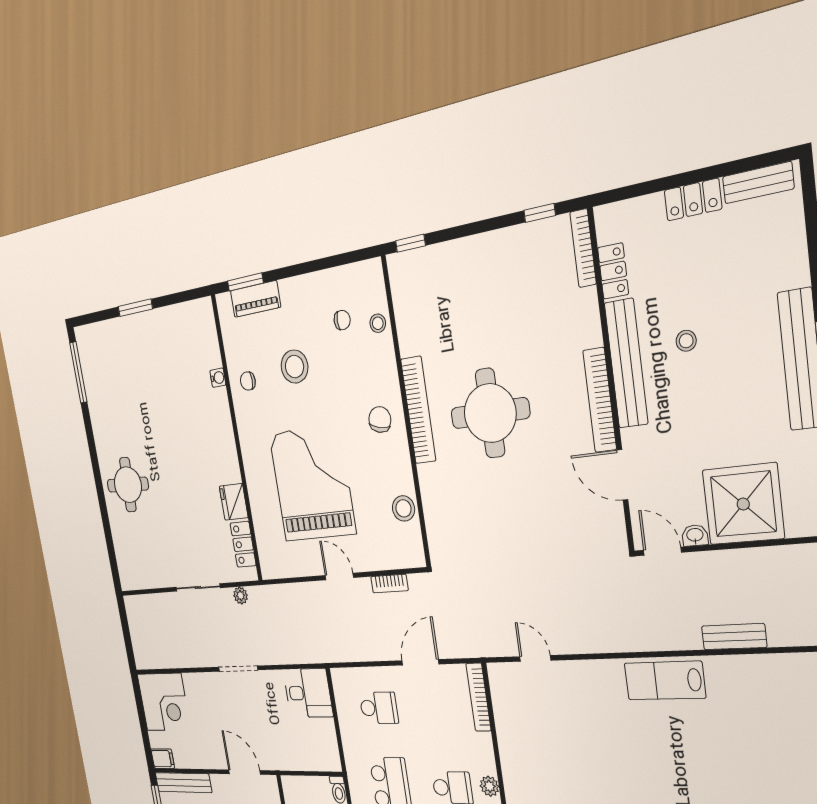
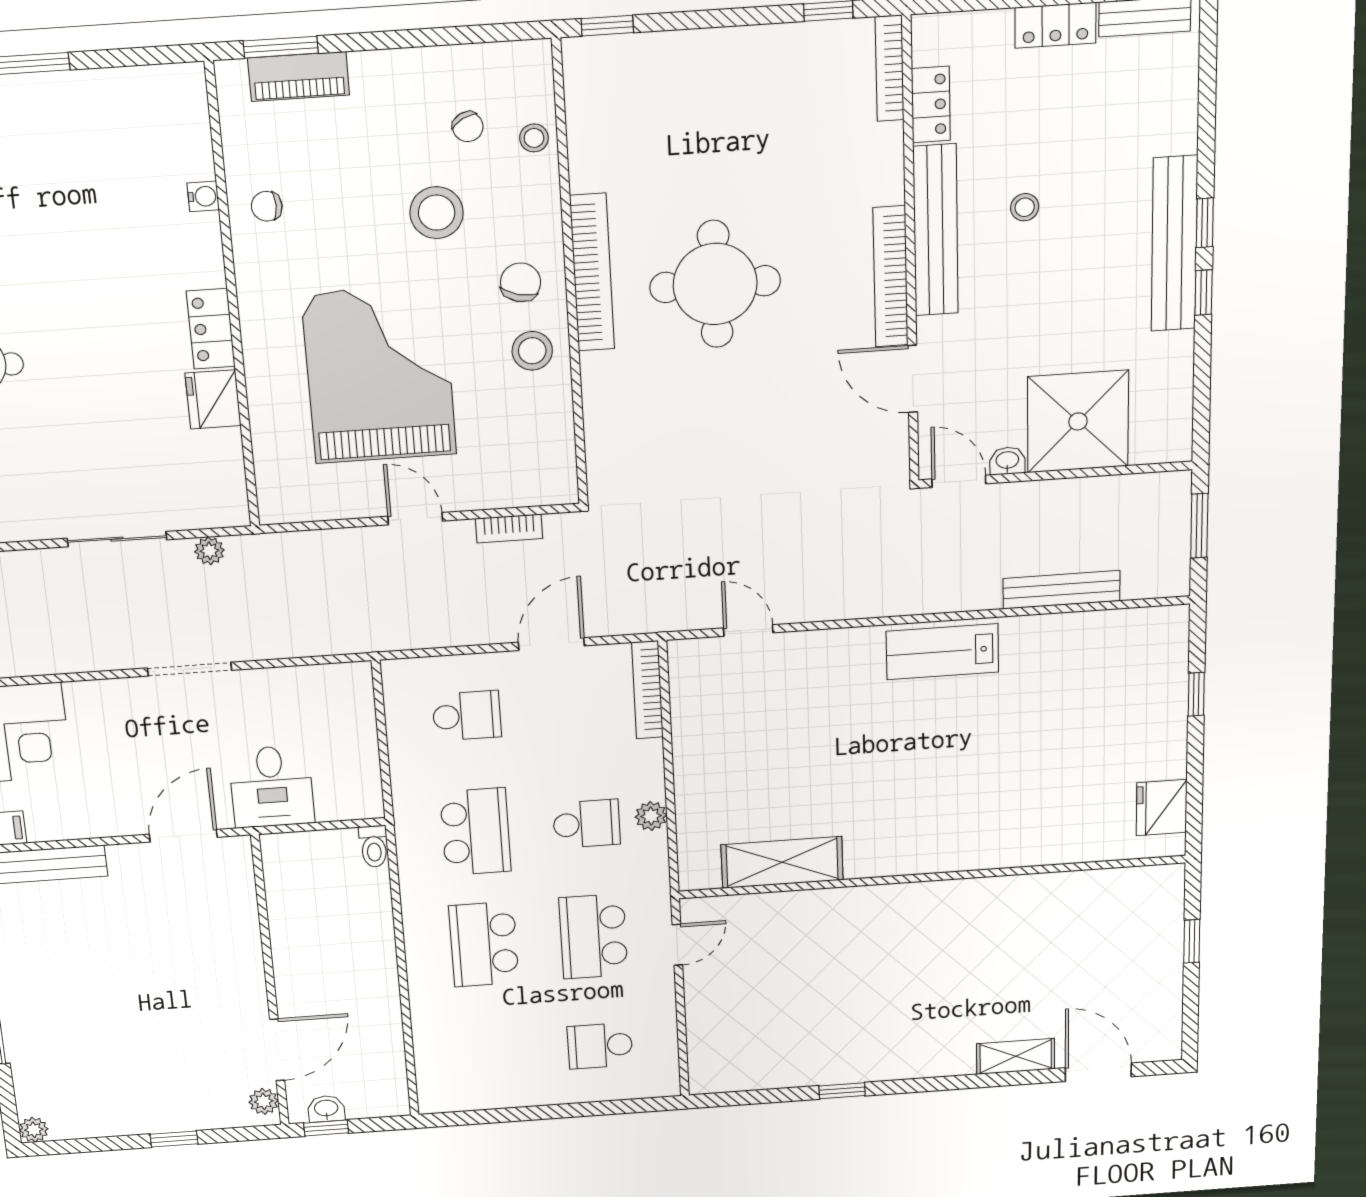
chair: (342, 320) -> (468, 127), turned 62
stool: (294, 367) -> (437, 213), moved
stool: (403, 508) -> (532, 351), moved
locker: (243, 544) -> (211, 329), moved
bench: (734, 637) -> (1061, 590), width x1.36
desk: (308, 693) -> (272, 787), moved, turned 90
door: (244, 772) -> (183, 836), hinge flipped

